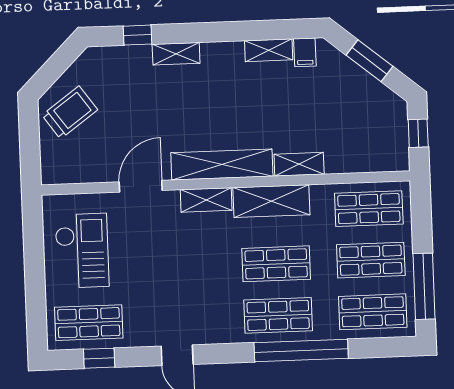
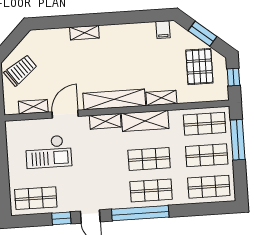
window: (137, 35) -> (61, 22), removed
shelving: (269, 50) -> (33, 107), moved
pallet: (363, 114) -> (199, 67), added
checkout: (82, 251) -> (49, 152), moved, turned 90
window: (424, 286) -> (238, 140), moved
window: (301, 350) -> (140, 213), moved
window: (99, 358) -> (61, 218), moved

